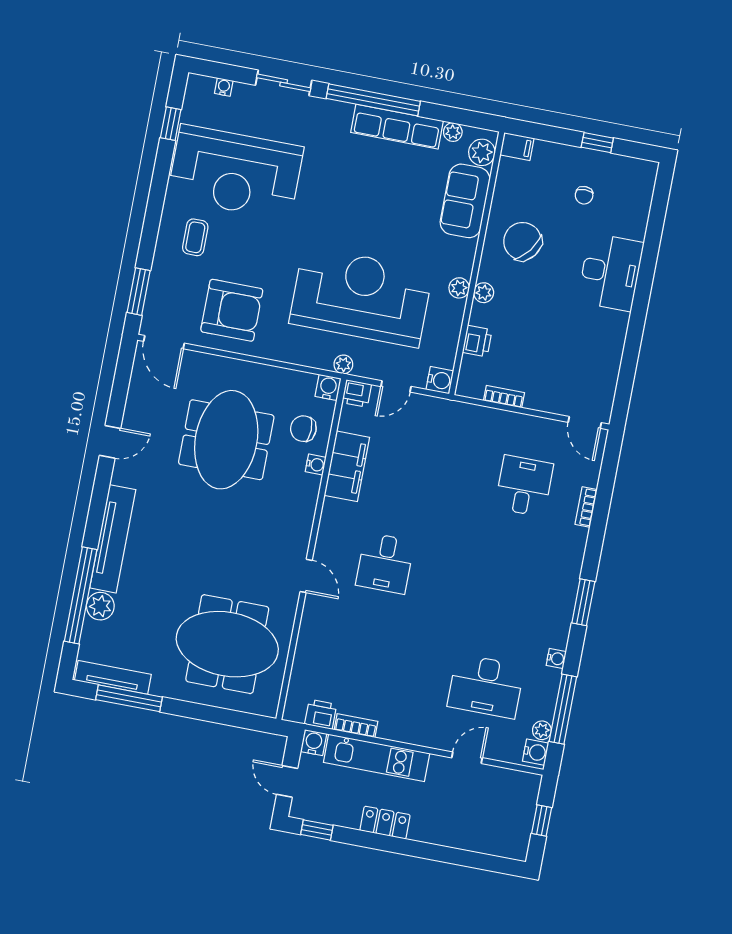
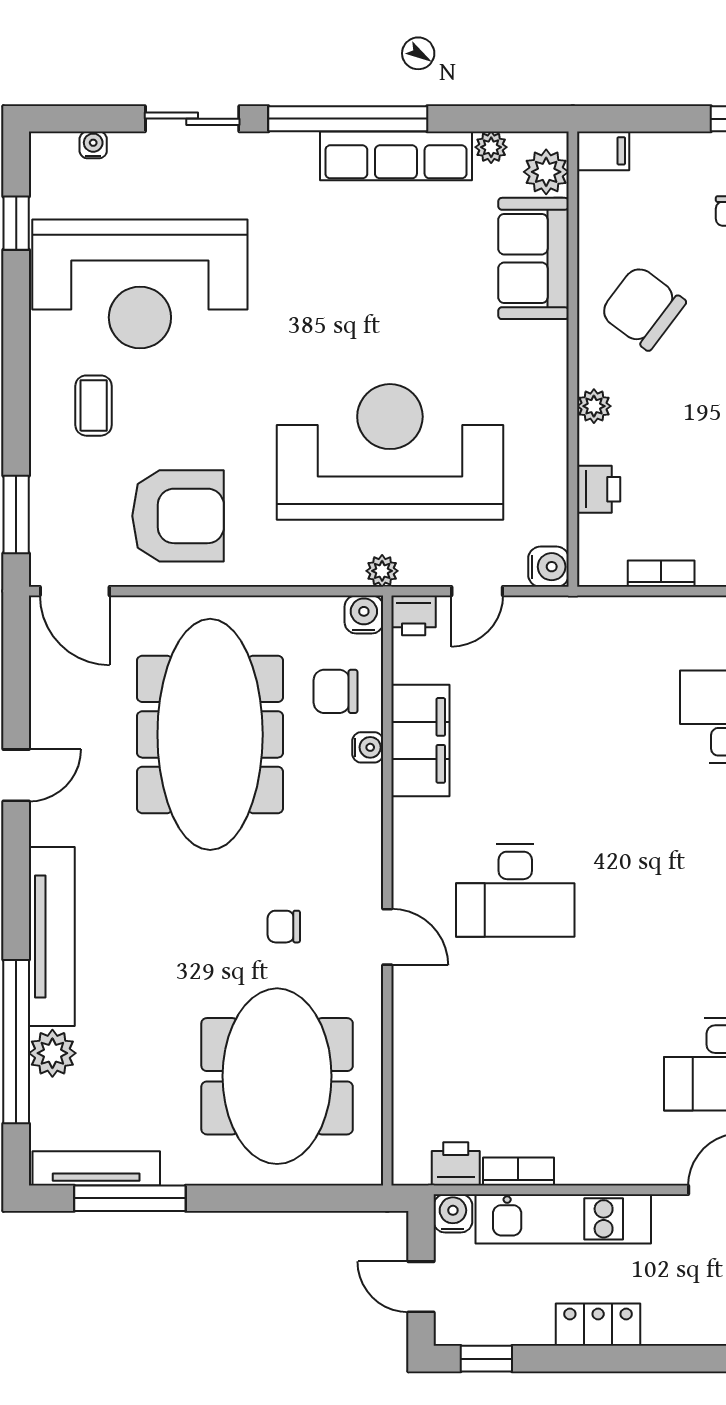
plant: (459, 288) -> (551, 406), removed
meeting table: (226, 440) -> (210, 734), width x1.36
chair: (248, 559) -> (284, 927), added
desk: (385, 563) -> (515, 890), width x1.37
meeting table: (227, 644) -> (277, 1076), turned 90

